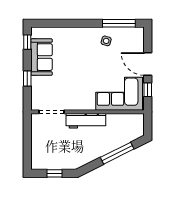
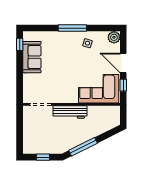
window: (119, 23) -> (72, 28), moved
plant: (137, 34) -> (114, 37), added
window: (27, 79) -> (20, 76), removed
window: (117, 153) -> (83, 147), moved

